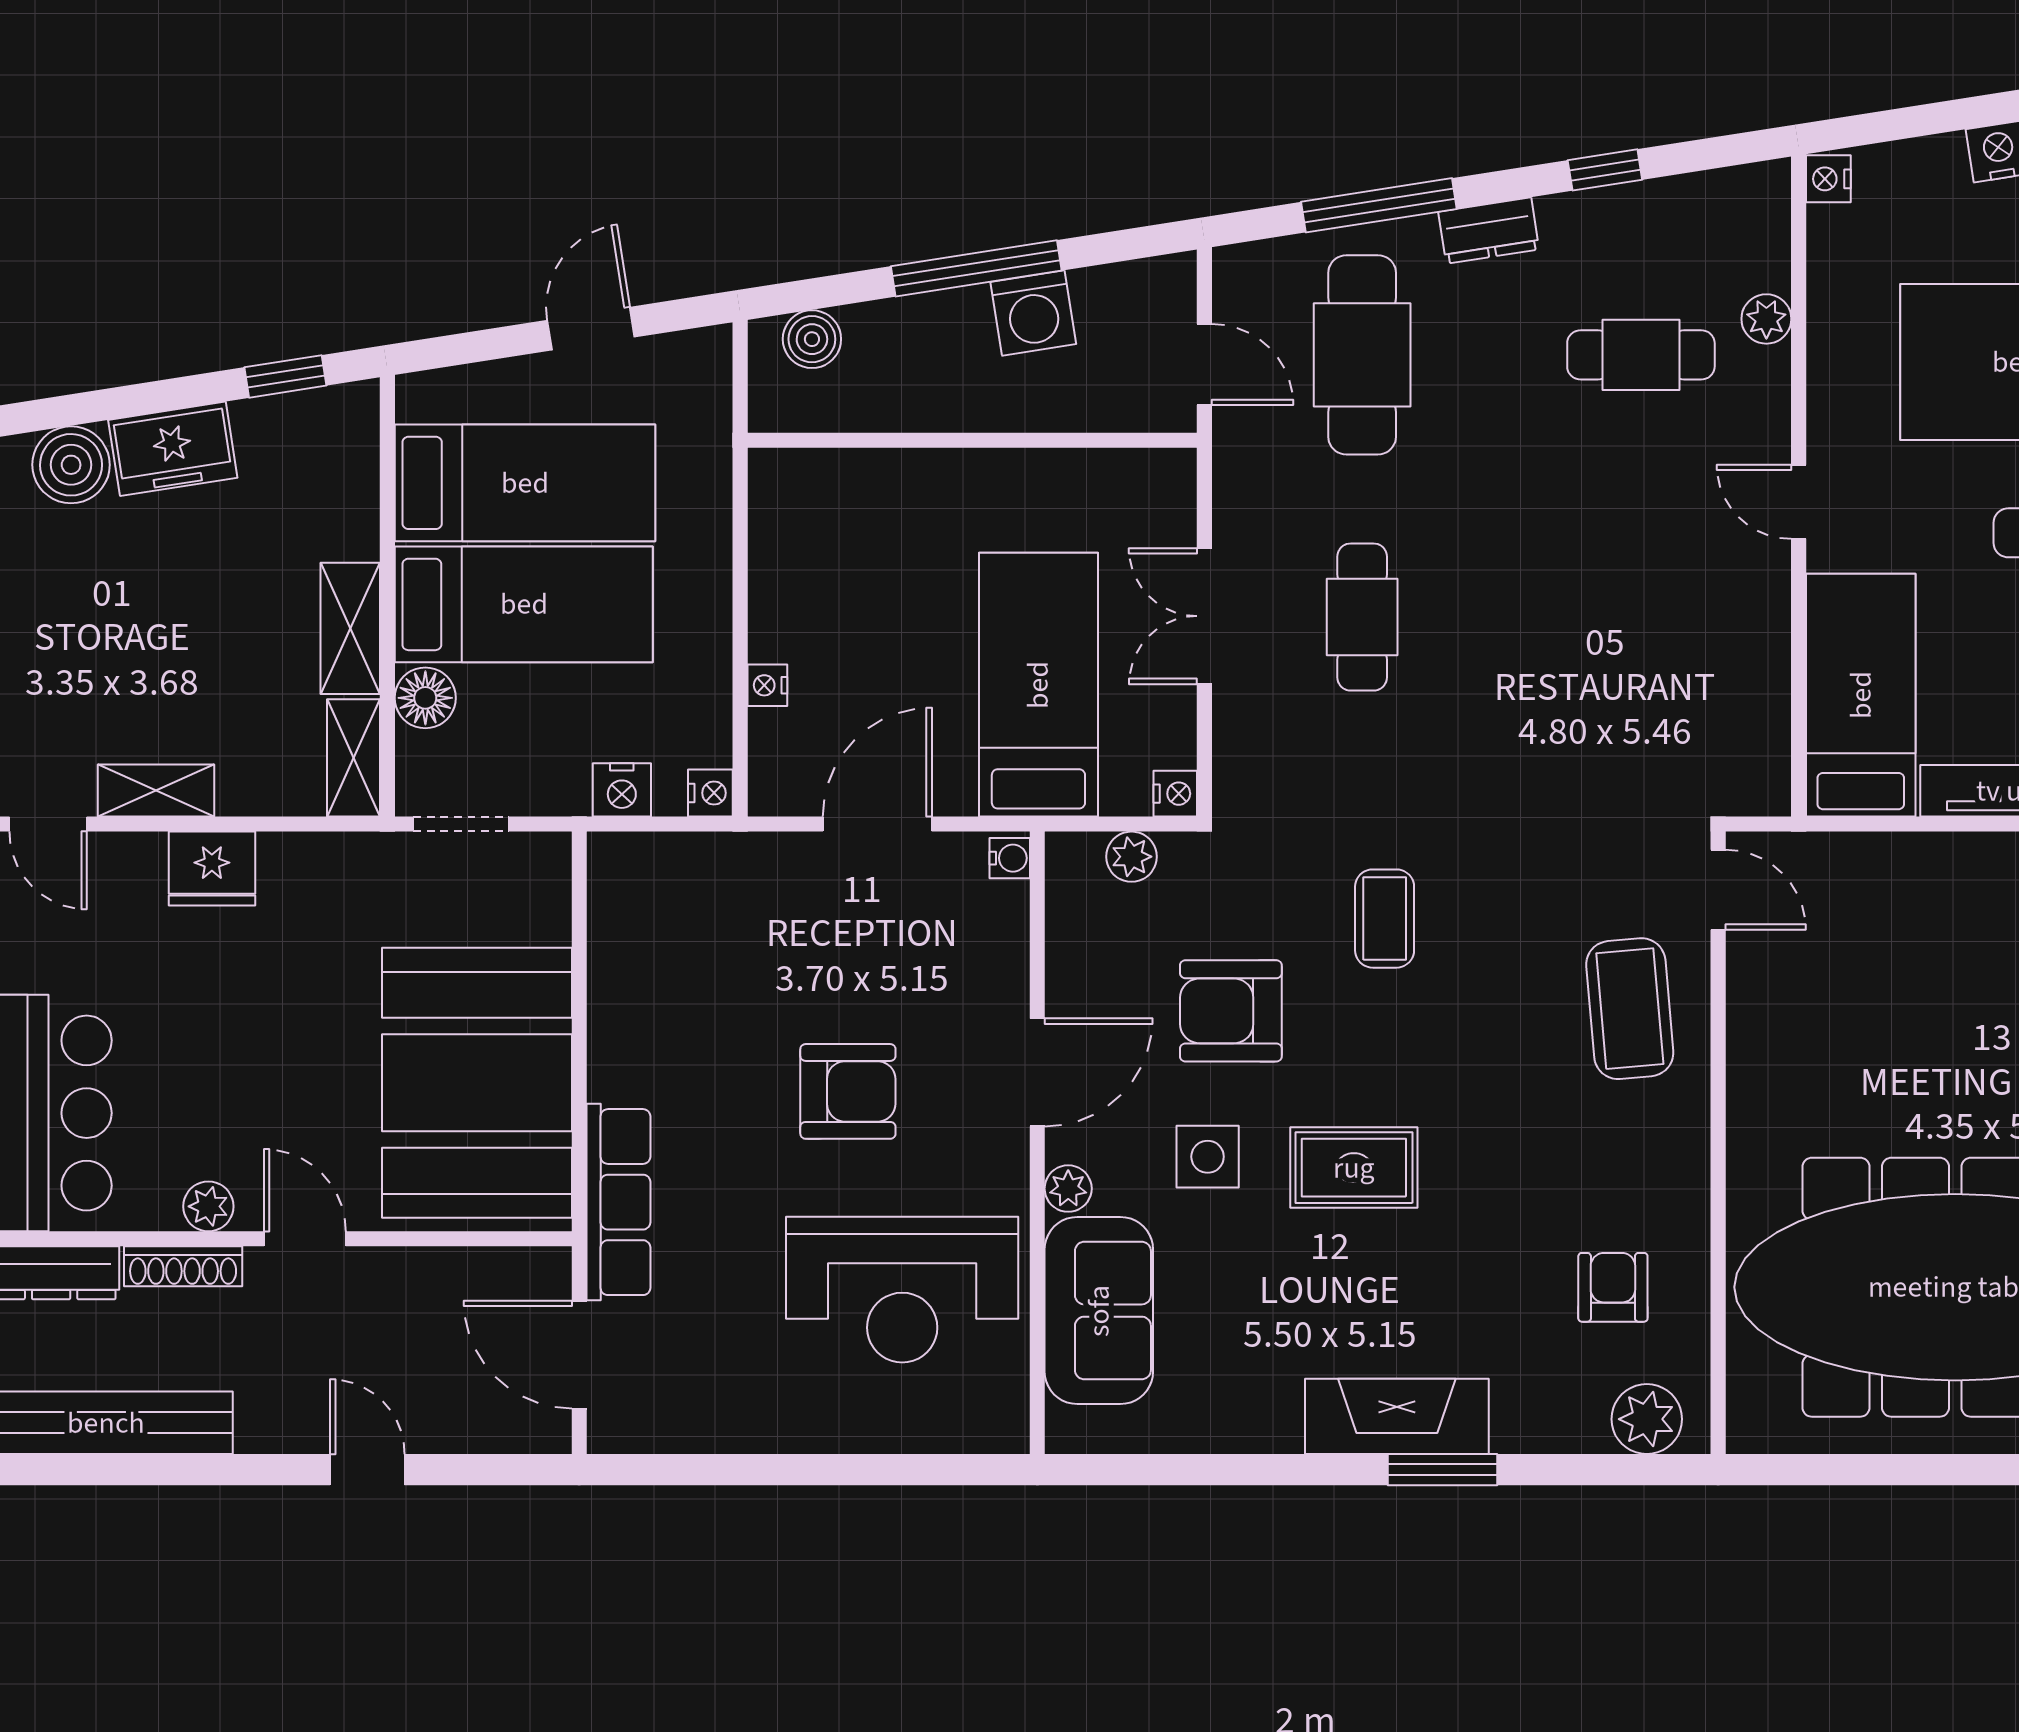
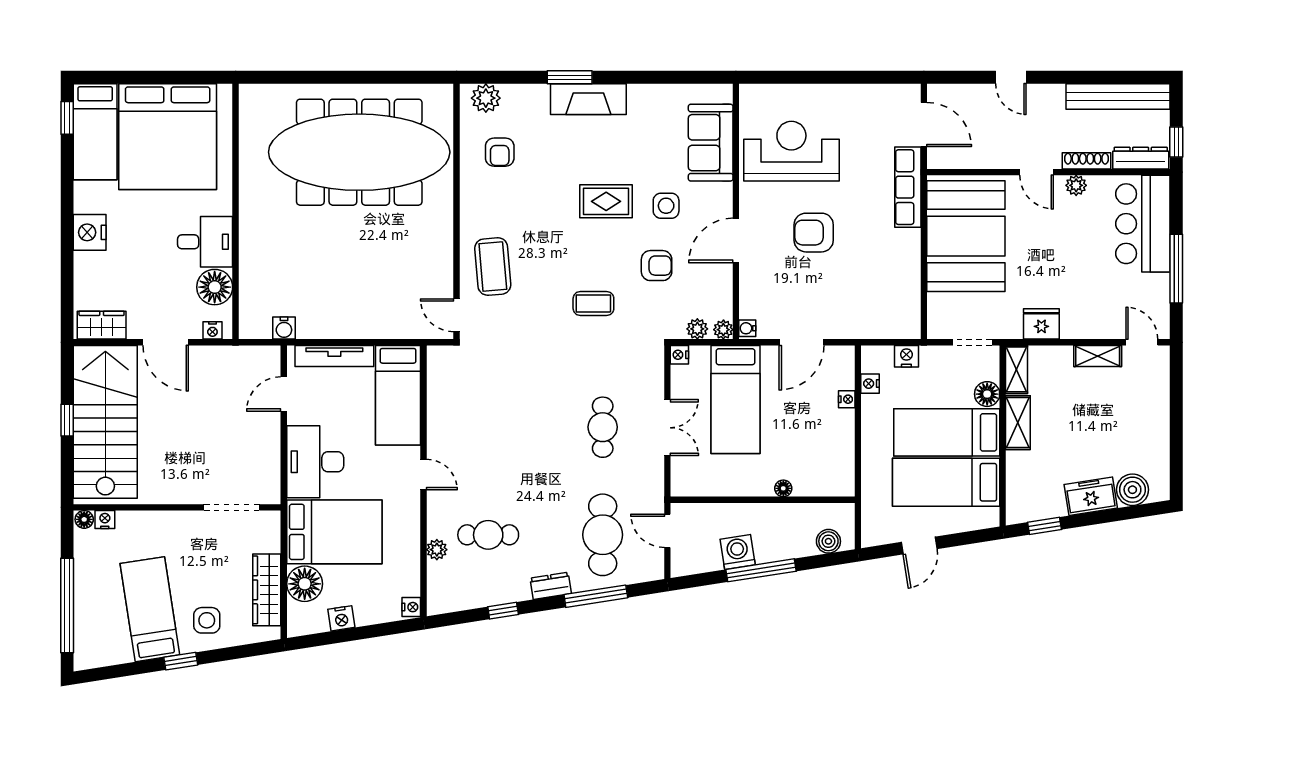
floor lamp: (922, 468) -> (783, 488), added
nightstand: (710, 793) -> (870, 384), moved
fridge: (212, 869) -> (1041, 324), moved
coffee table: (1385, 919) -> (593, 303), turned 90
armchair: (1231, 1011) -> (657, 266), width x0.72, depth x0.72
plant: (1068, 1189) -> (723, 330), moved

